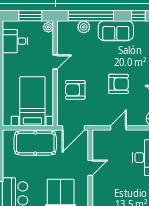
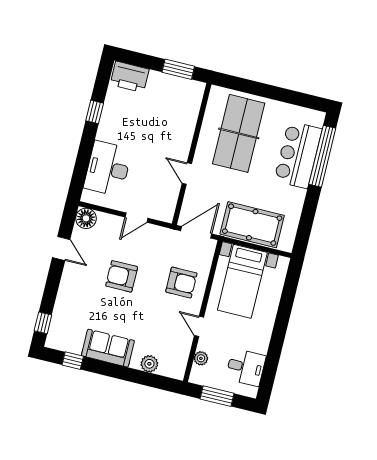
window: (91, 16) -> (136, 376), removed
plant: (48, 27) -> (201, 358), moved
door: (55, 62) -> (199, 326), hinge flipped
door: (90, 168) -> (187, 173), hinge flipped

